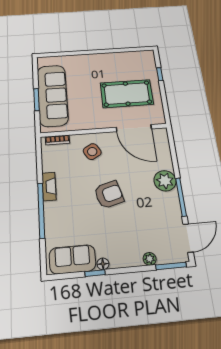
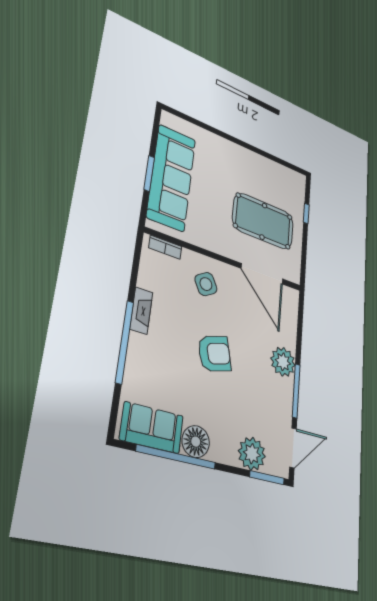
plant: (150, 259) -> (252, 454), width x1.87, depth x1.87
floor lamp: (103, 264) -> (196, 442), width x1.89, depth x1.89
window: (95, 273) -> (176, 457), width x3.17

